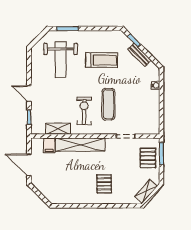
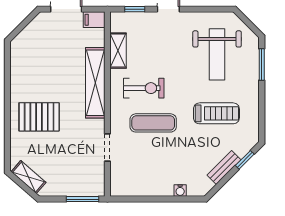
weight bench: (61, 60) -> (217, 54), turned -90
treadmill: (102, 60) -> (216, 113), turned -90
filing cabinet: (49, 145) -> (94, 20), moved
pallet: (148, 158) -> (76, 180), removed
pallet: (104, 184) -> (39, 117), width x1.50, depth x1.42

